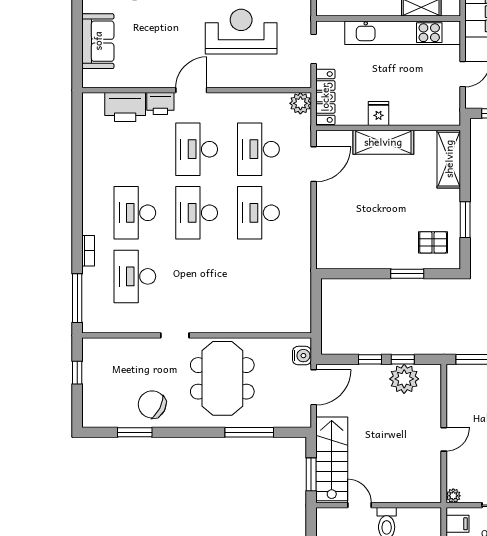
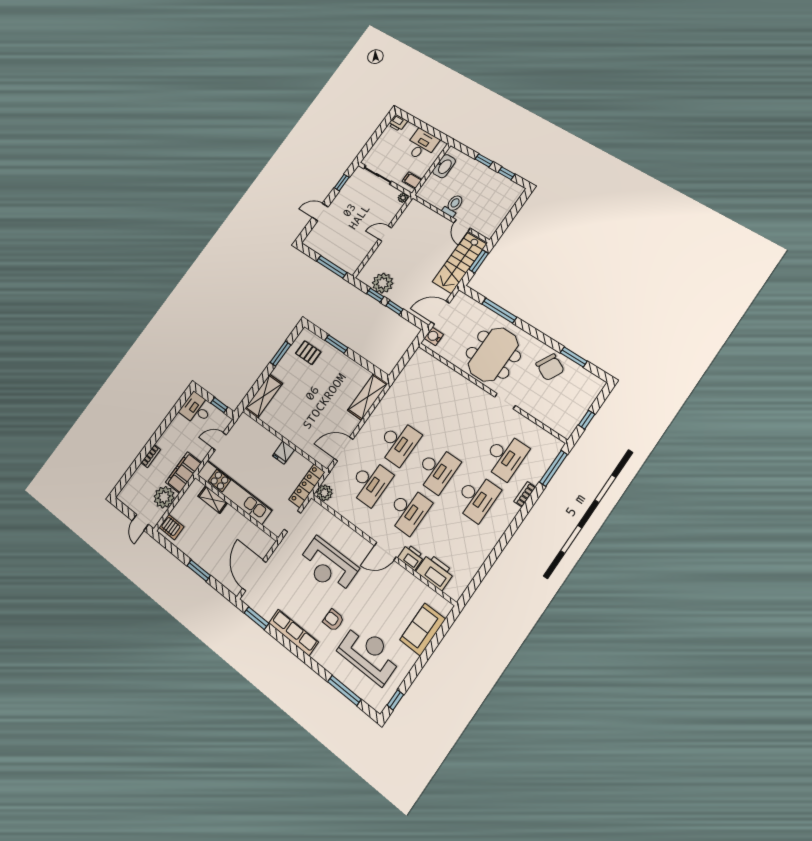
shelving: (383, 142) -> (368, 397), moved, turned 90

